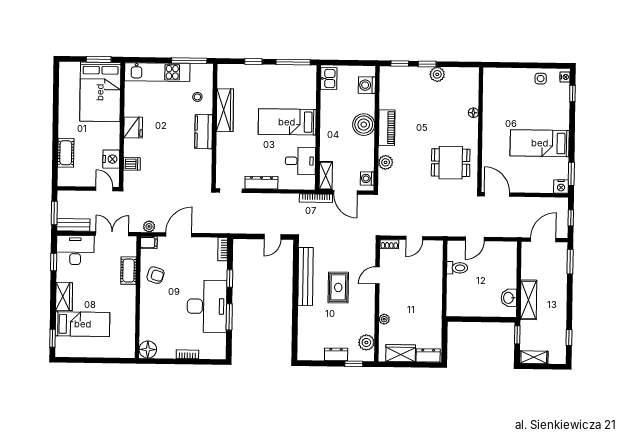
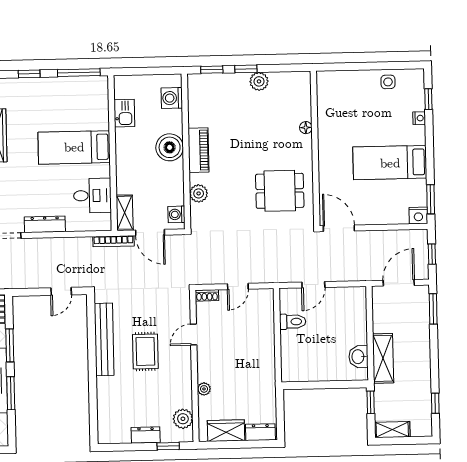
nightstand: (565, 77) -> (419, 118), moved
kitchen sink: (329, 78) -> (124, 113), moved
window: (230, 279) -> (10, 345), width x1.50

